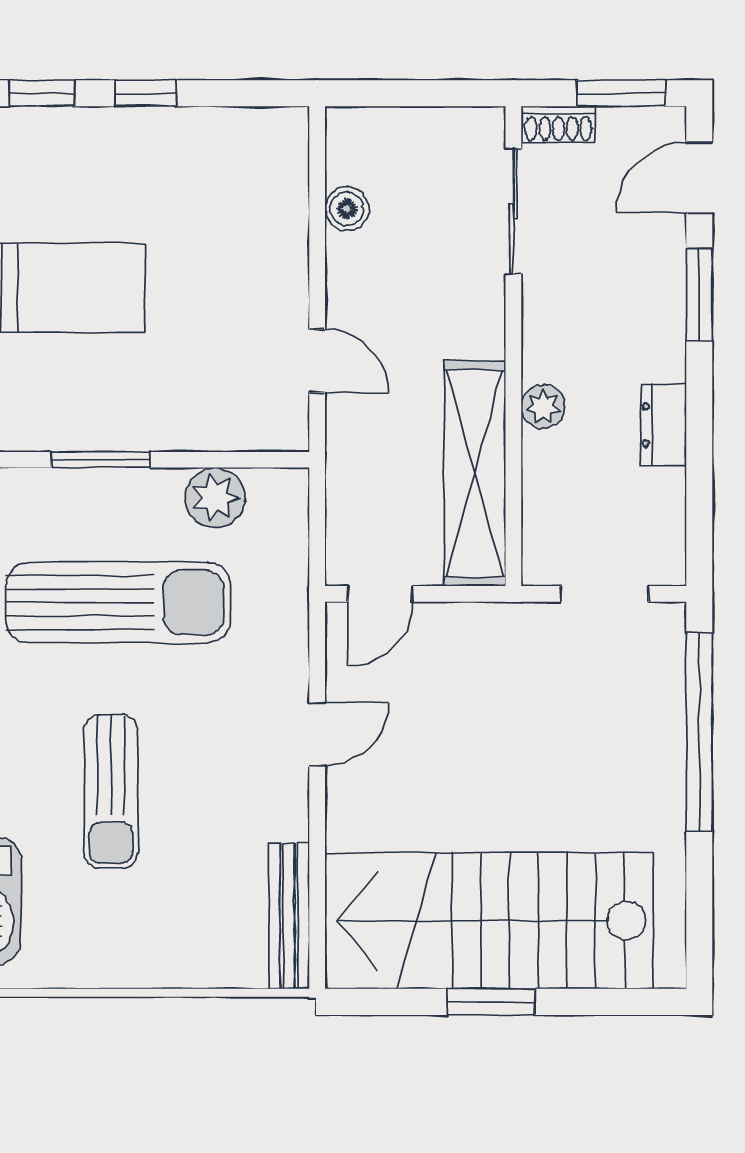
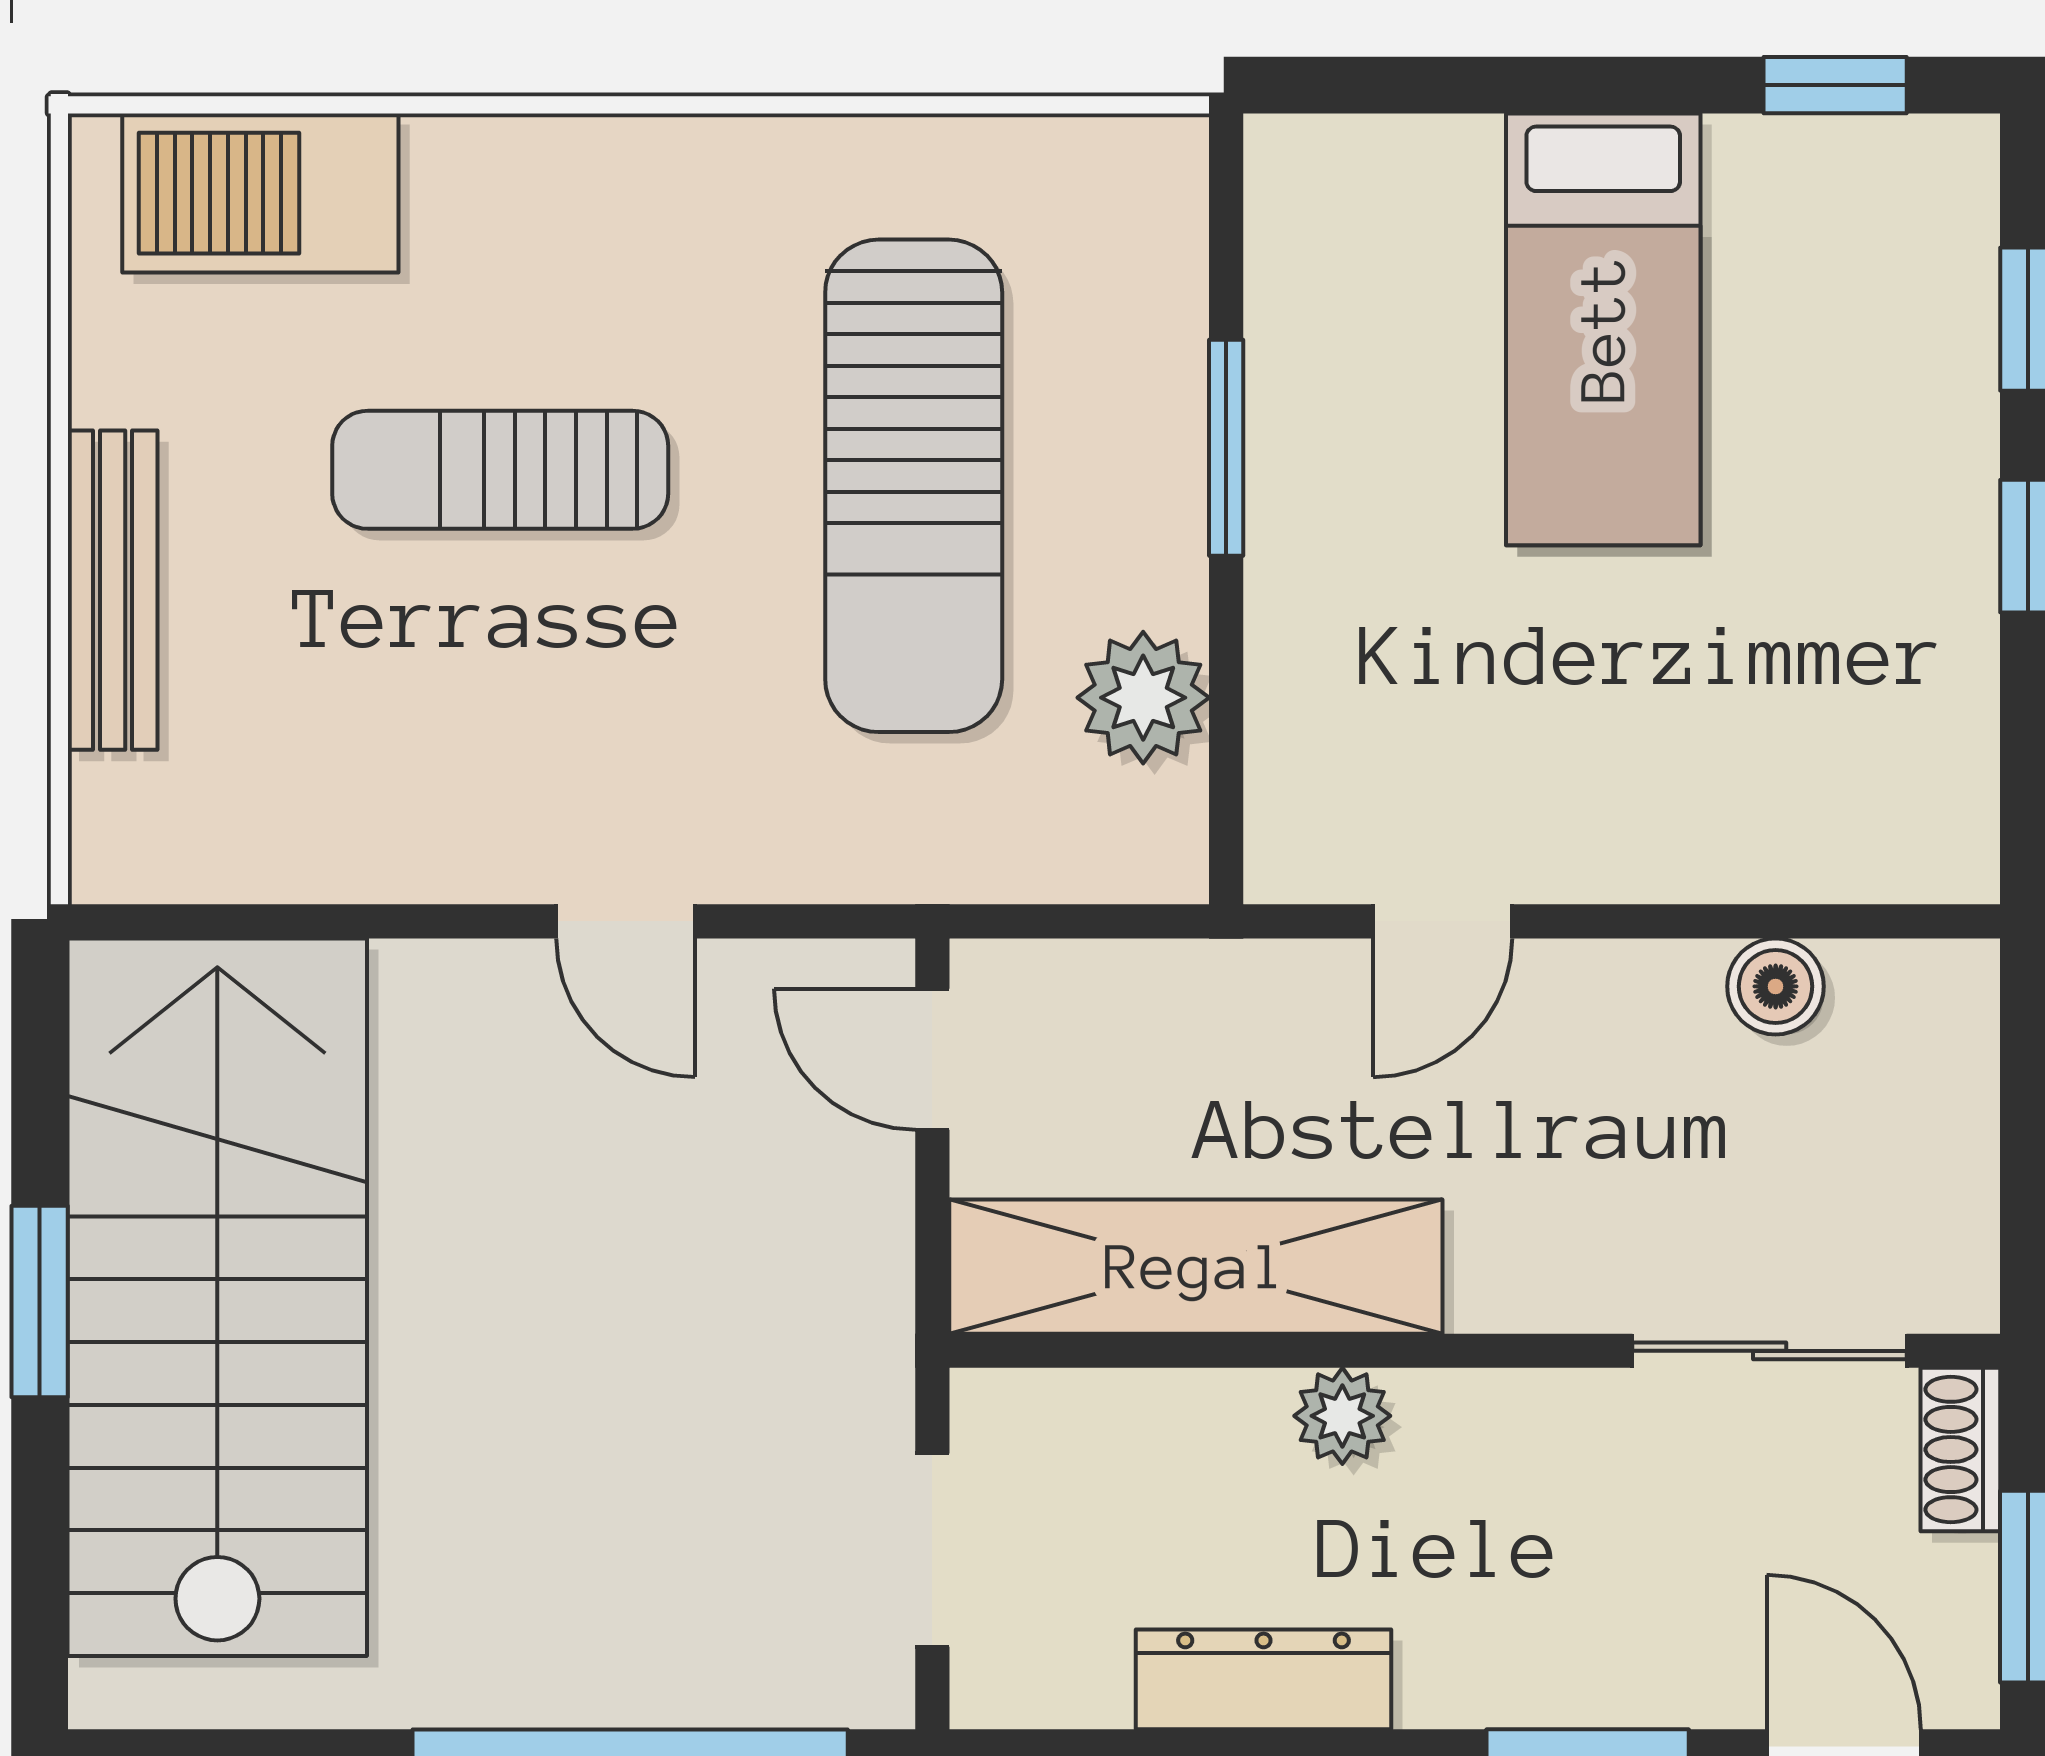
dresser: (664, 425) -> (1264, 1679), width x1.44
bench: (289, 916) -> (113, 590), moved, turned 90

